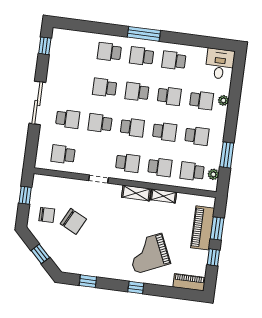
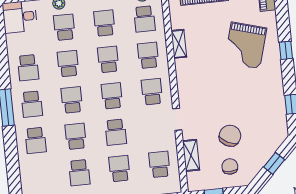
school desk: (72, 83) -> (79, 173), added
school desk: (105, 88) -> (76, 136), turned 180
school desk: (137, 92) -> (72, 100), turned 180
school desk: (63, 154) -> (159, 164), turned 180
shelving: (136, 193) -> (191, 155), moved
grand piano: (148, 253) -> (245, 45), turned 40

